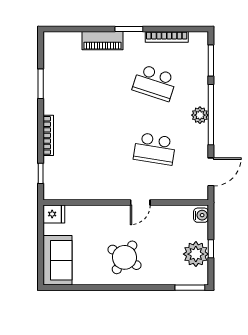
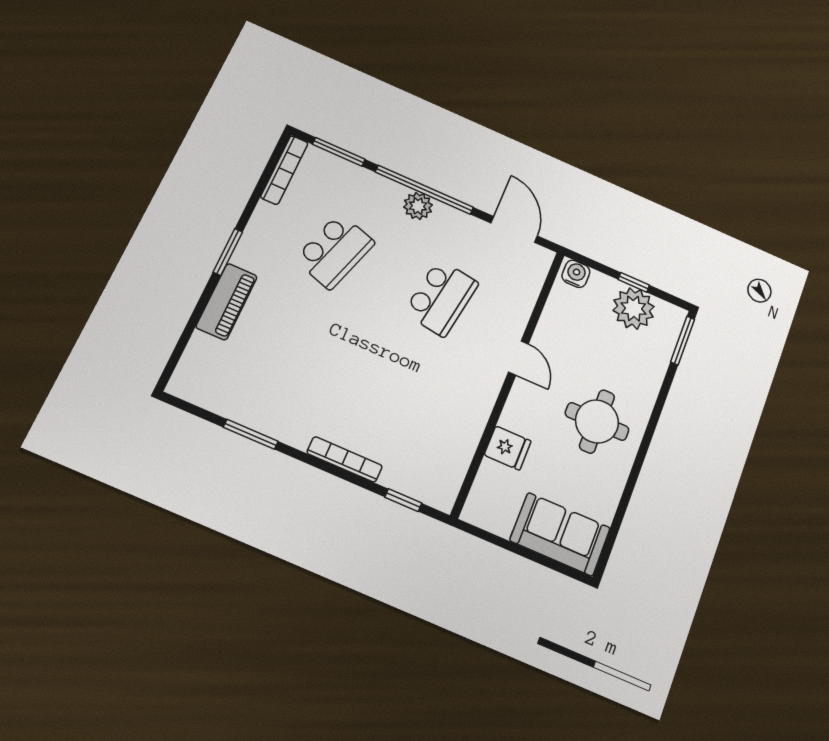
bookcase: (167, 37) -> (284, 170), moved
fridge: (54, 214) -> (508, 448), moved, turned 90
round table: (125, 257) -> (597, 421), turned -33

